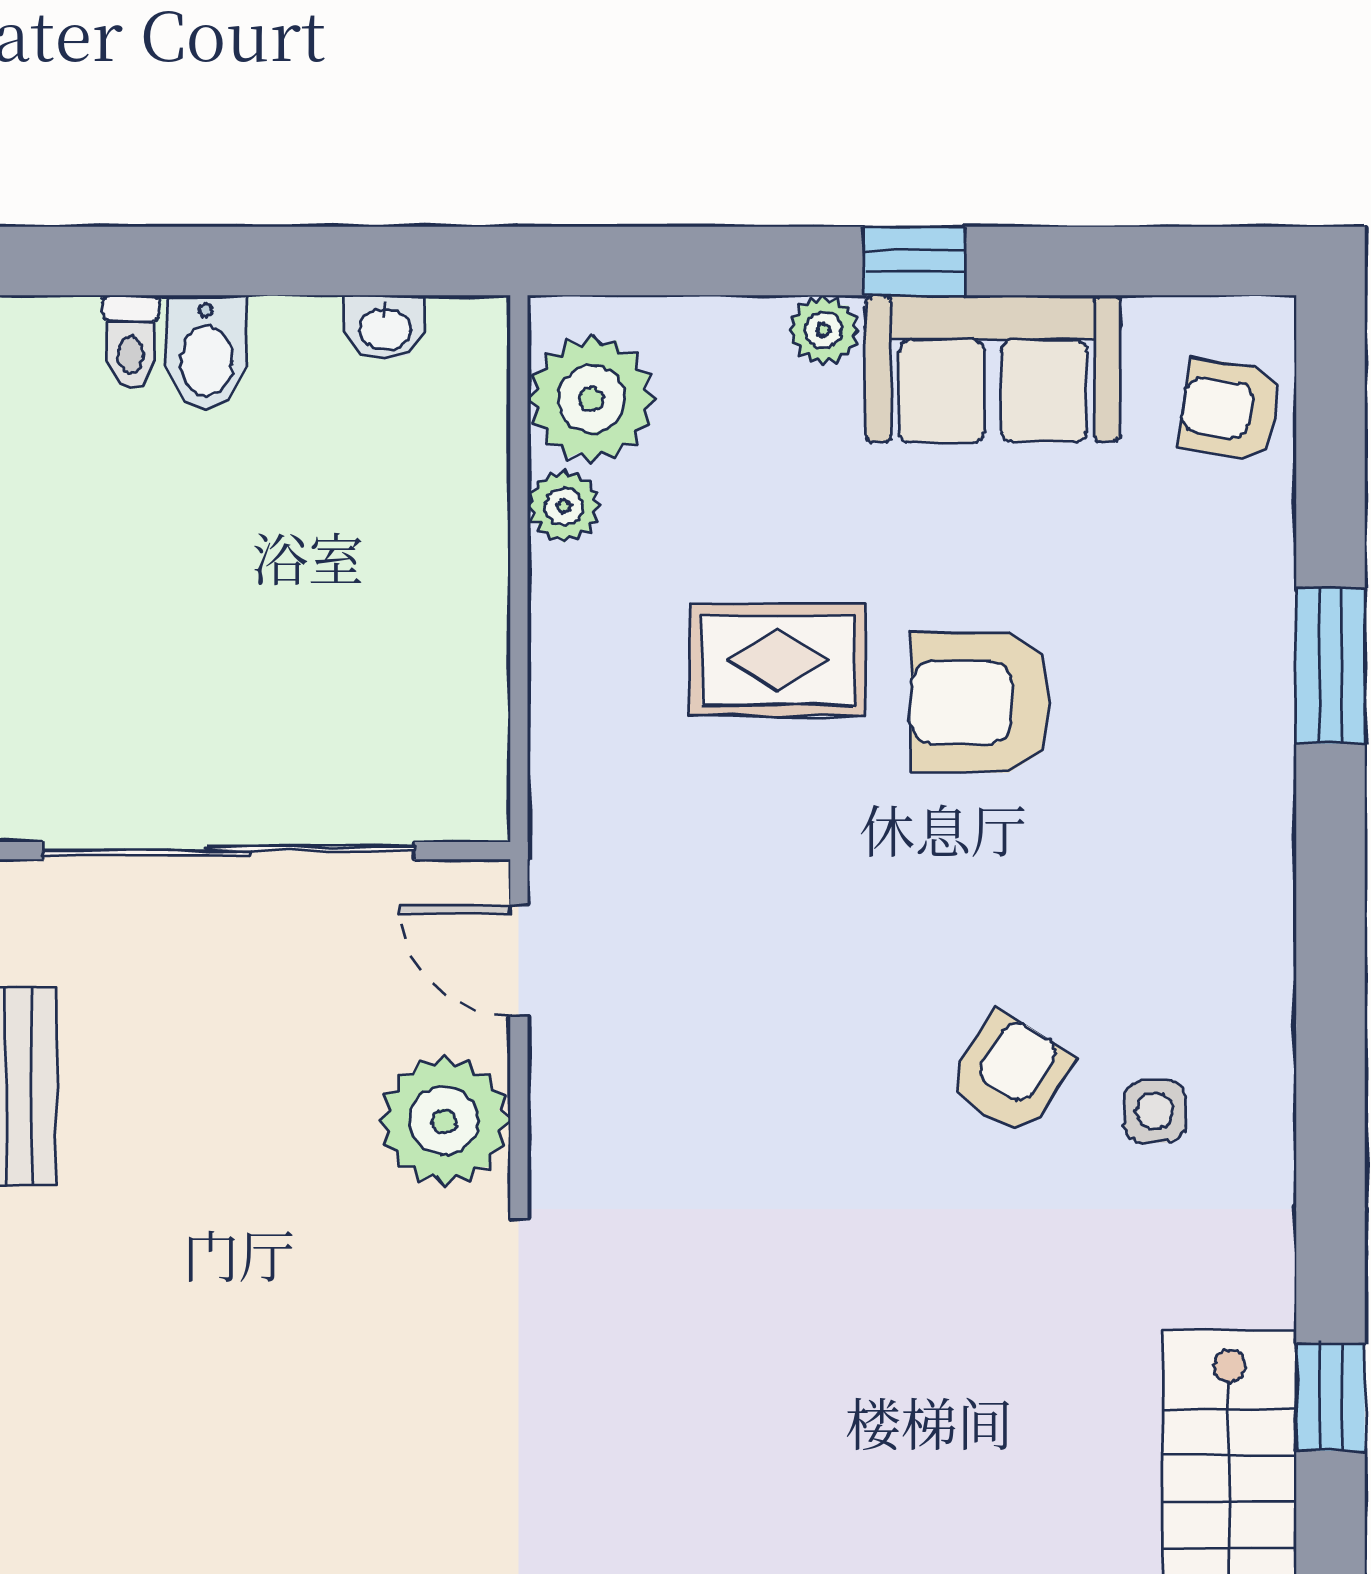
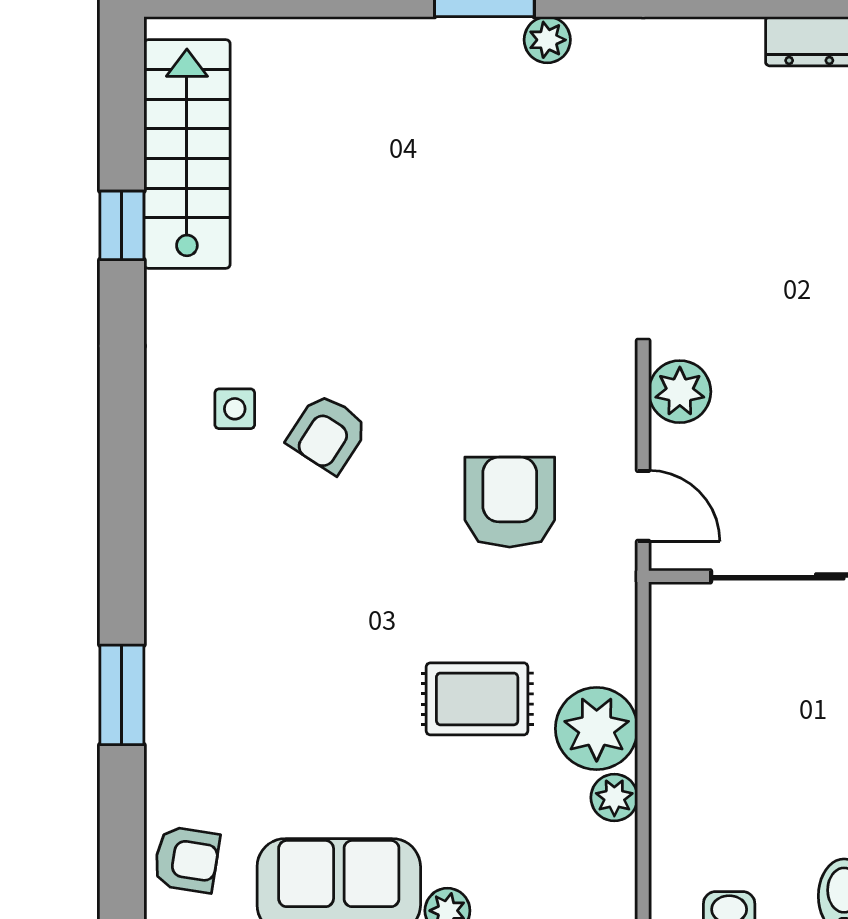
plant: (591, 399) -> (597, 729), moved
armchair: (981, 703) -> (510, 502), moved, turned -90
plant: (444, 1121) -> (680, 392), width x0.73, depth x0.73

